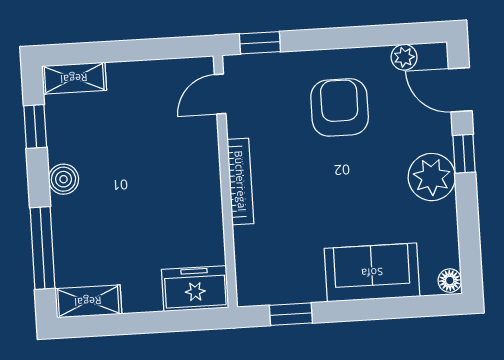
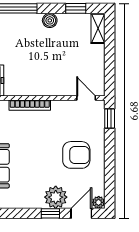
plant: (404, 57) -> (99, 202), moved
plant: (432, 177) -> (56, 197), moved
bookcase: (240, 181) -> (30, 105), moved

